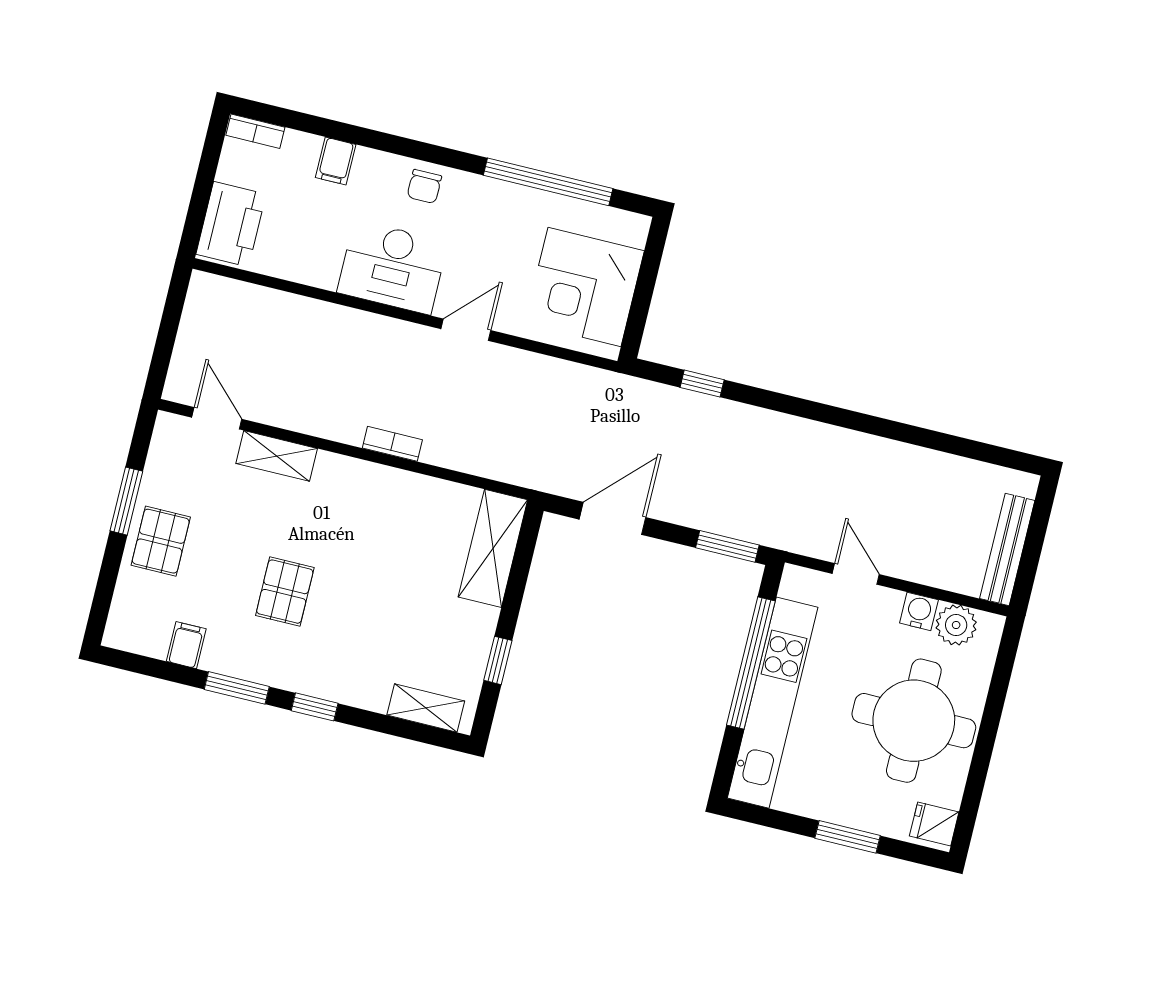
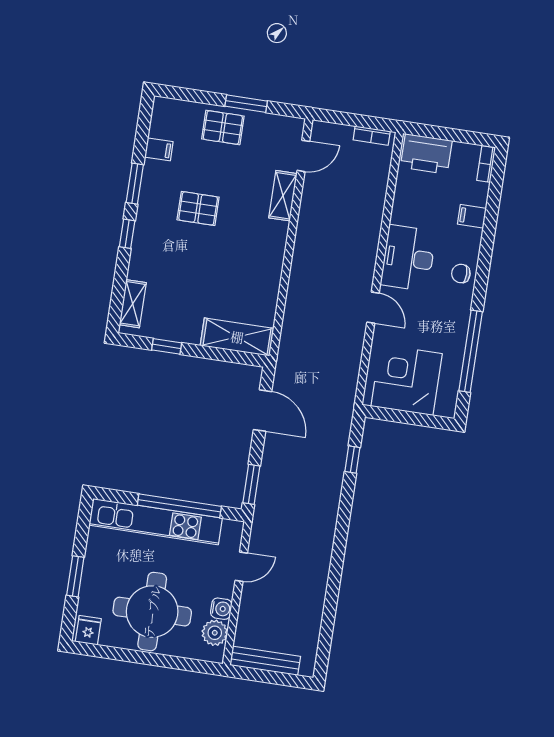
bookcase: (392, 444) -> (372, 136), moved, turned 90

